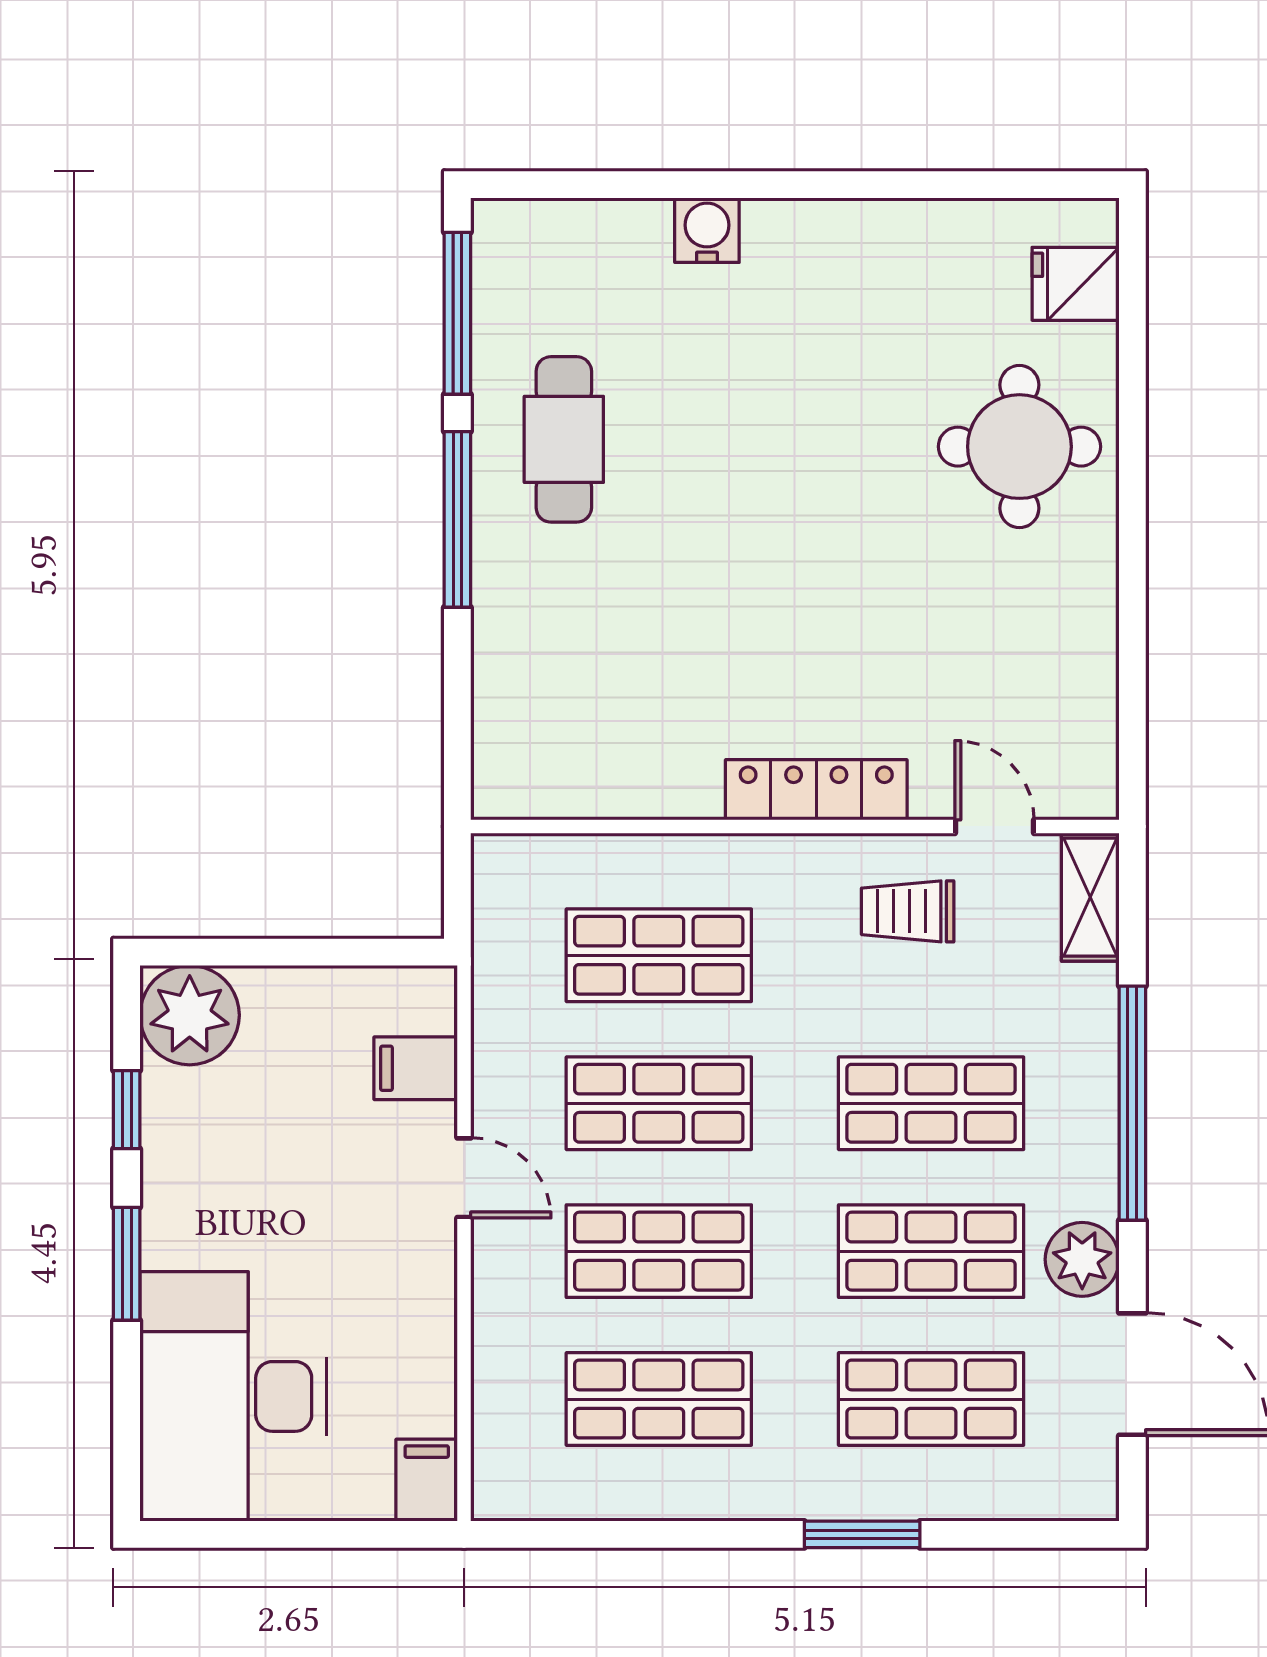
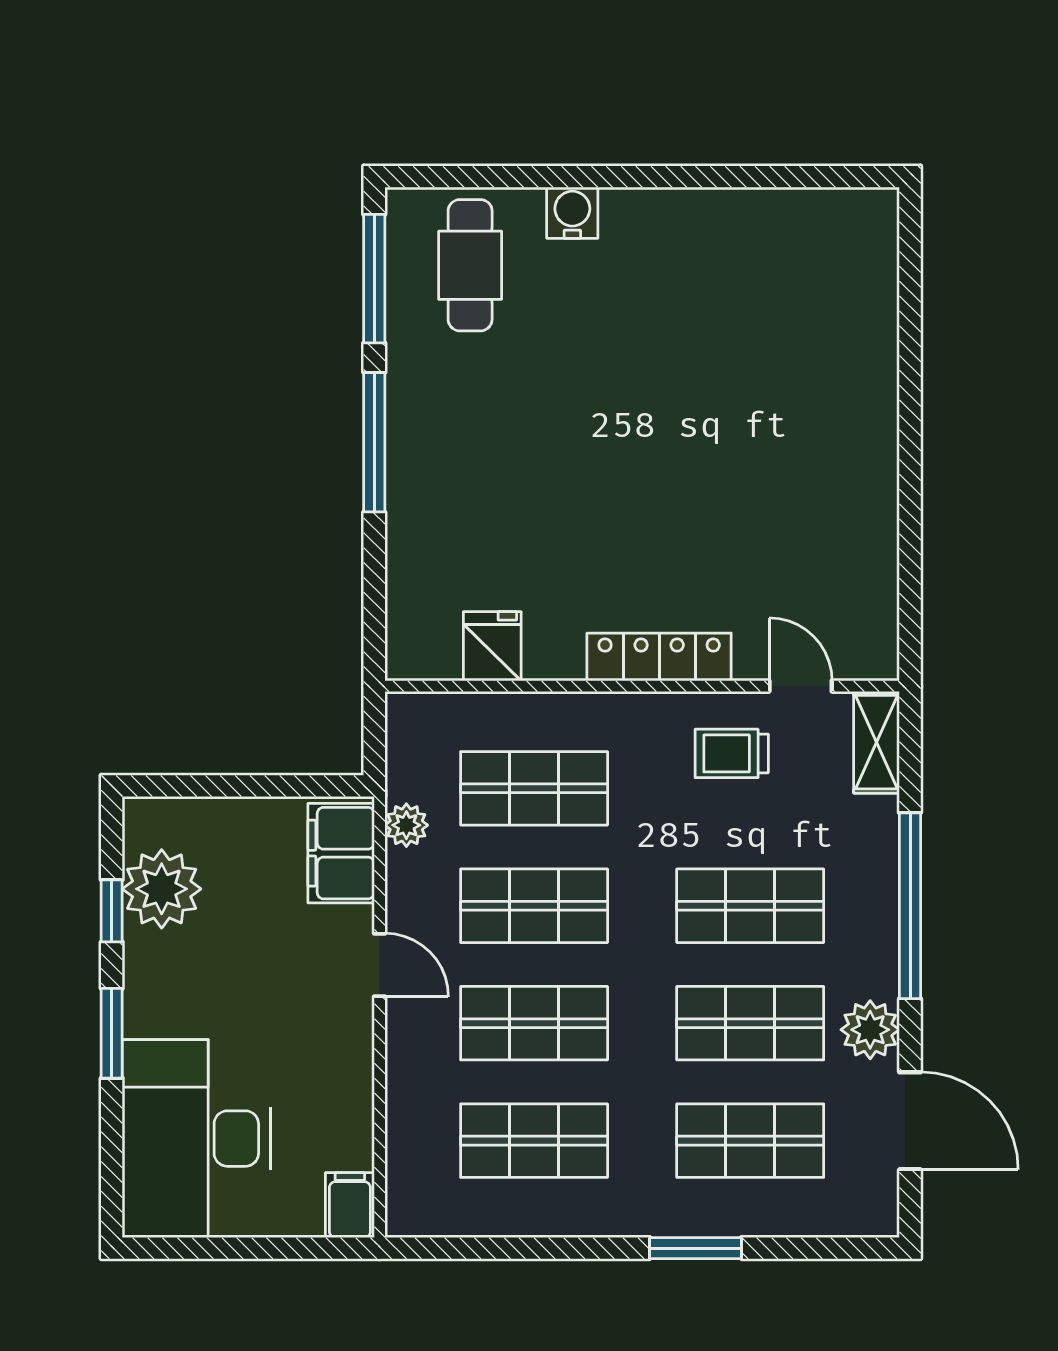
fridge: (1076, 284) -> (492, 646), moved, turned 90
cafe table: (564, 439) -> (470, 265), moved
round table: (1019, 447) -> (820, 384), removed
plant: (498, 1002) -> (406, 825), added
plant: (190, 1015) -> (162, 889), moved
filing cabinet: (416, 1068) -> (341, 853), width x2.00

